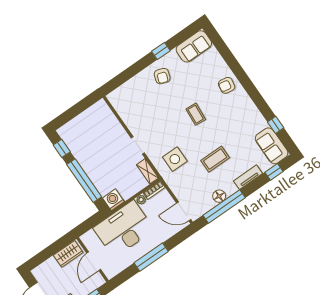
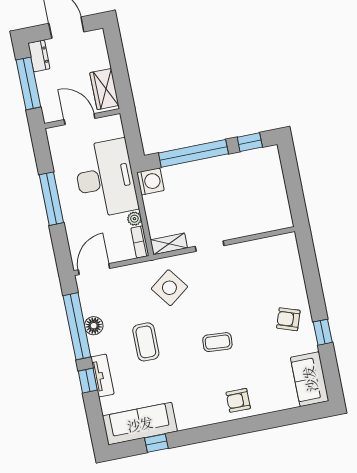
armchair: (227, 85) -> (238, 400), turned -100
sofa: (272, 146) -> (140, 424), width x1.36
side table: (175, 159) -> (169, 288), turned -37
window: (274, 172) -> (88, 381), moved

